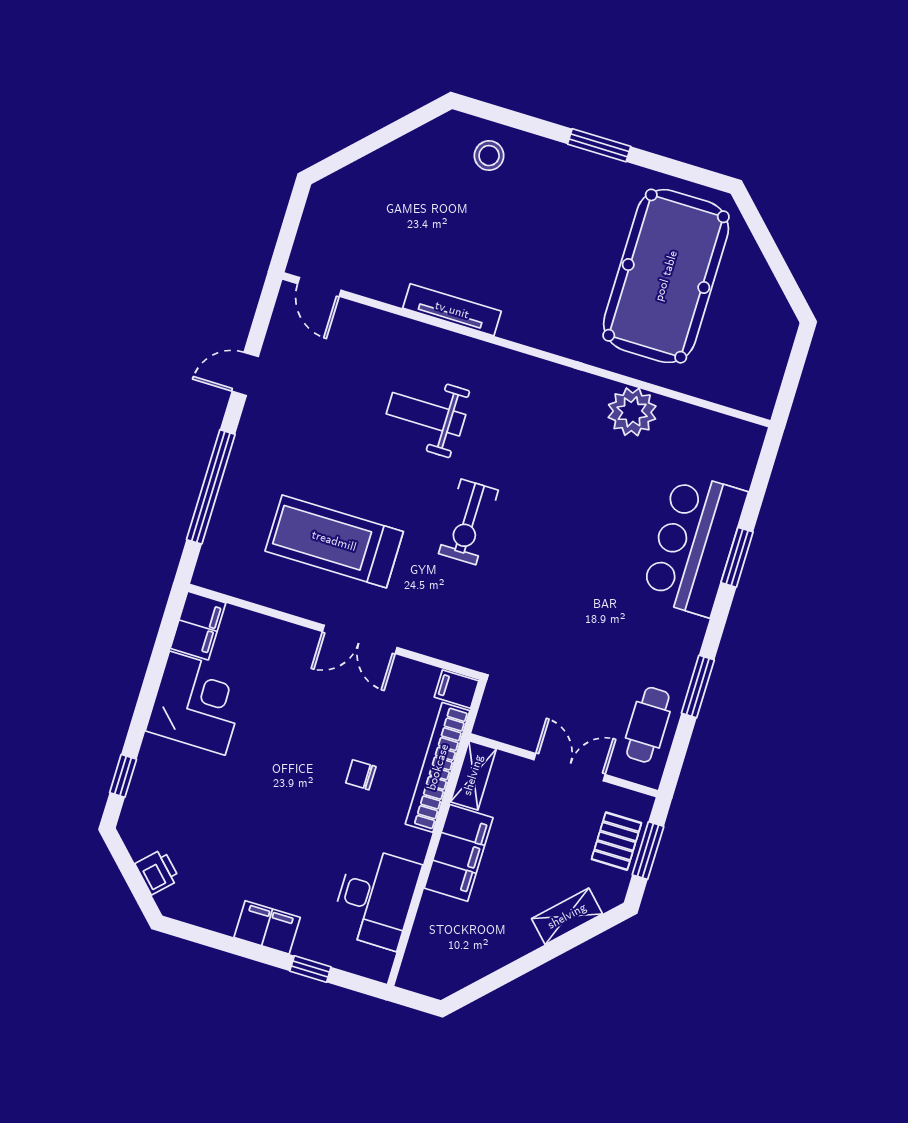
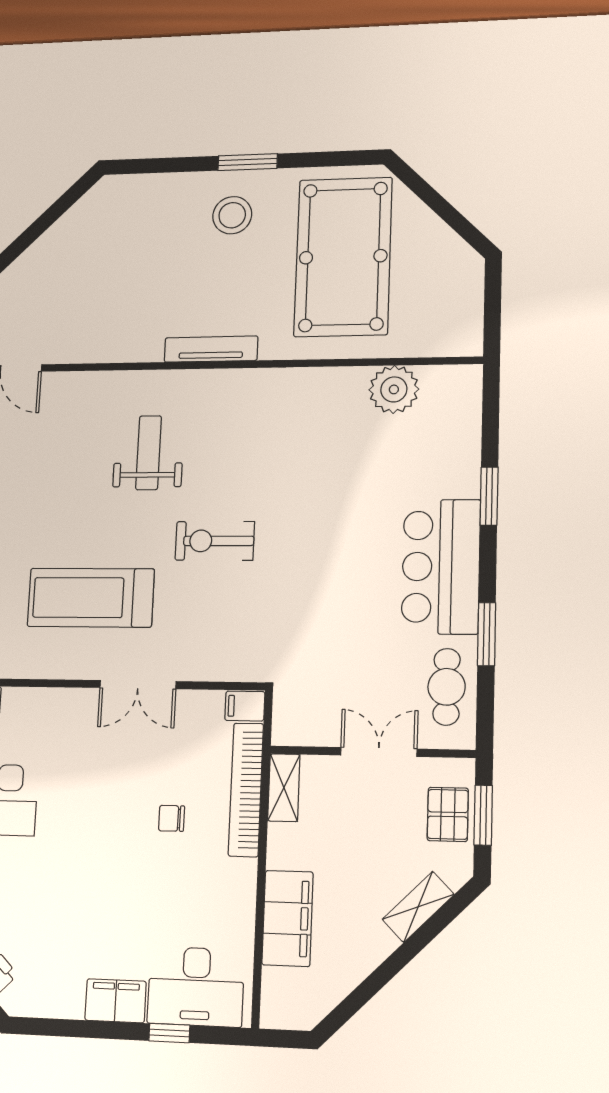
stool: (489, 156) -> (232, 215), moved, width x1.38, depth x1.38
tv unit: (452, 310) -> (211, 349), moved
plant: (632, 412) -> (394, 389), moved
weight bench: (426, 414) -> (149, 453), turned 90
exercise bike: (468, 522) -> (215, 541), turned 90
bar counter: (694, 544) -> (441, 567), moved
filing cabinet: (459, 853) -> (288, 918), moved
desk: (376, 898) -> (196, 987), moved, turned 90

